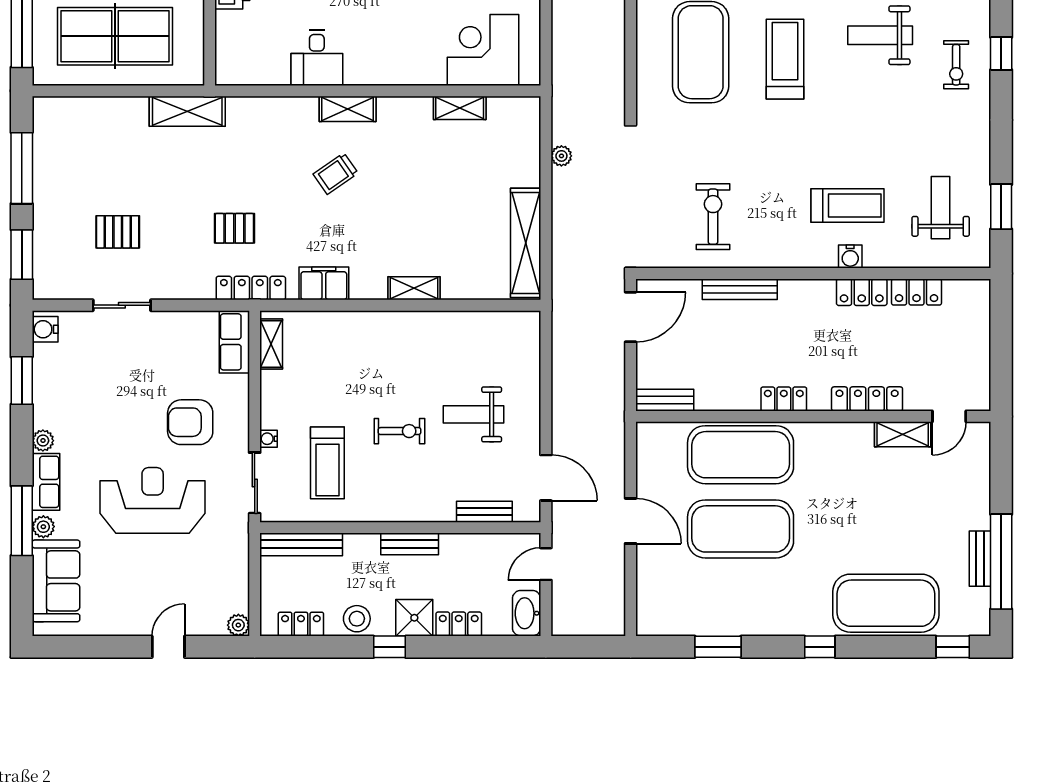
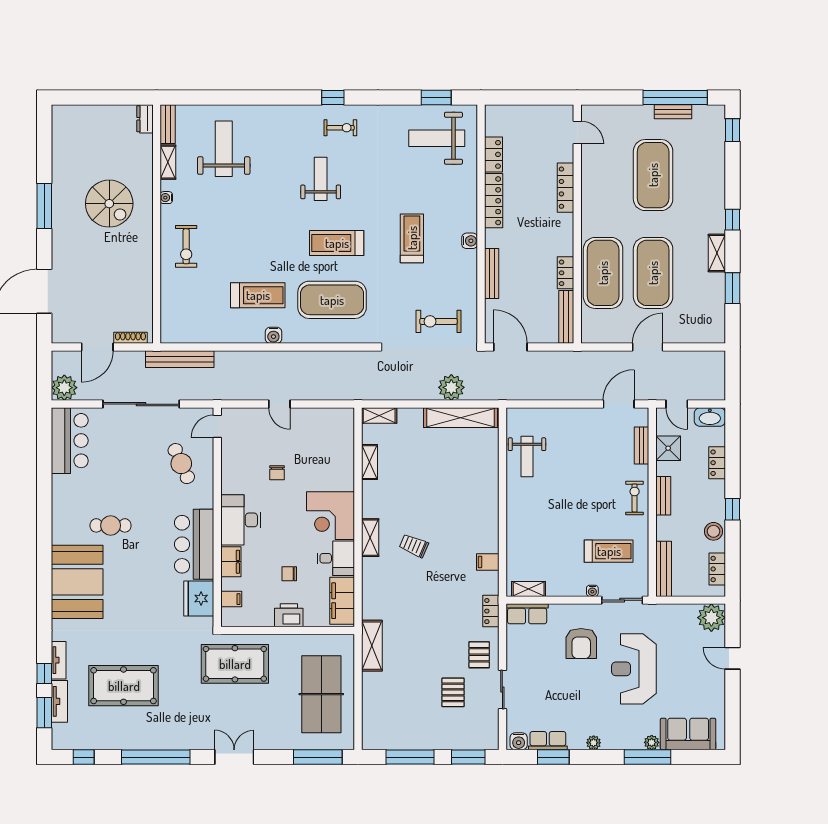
weight bench: (880, 35) -> (321, 179), turned 180
corner desk: (483, 50) -> (331, 516), moved
filing cabinet: (254, 67) -> (342, 601), added
plant: (561, 156) -> (451, 387), moved, width x1.88, depth x1.88
trolley: (336, 174) -> (414, 546), turned 148
treadmill: (847, 206) -> (412, 238), moved
weight bench: (941, 208) -> (437, 138), width x1.36, depth x1.33
exercise bike: (713, 217) -> (438, 321), moved
pallet: (234, 228) -> (479, 655), moved
water cooler: (850, 257) -> (470, 241), moved
filing cabinet: (324, 283) -> (488, 562), width x0.50
locker: (251, 288) -> (491, 611), width x0.66
shelving: (414, 288) -> (379, 415), moved, turned 90
locker: (862, 292) -> (494, 201), width x1.53
locker: (784, 399) -> (566, 273), moved
bench: (665, 400) -> (566, 317), width x1.36
weight bench: (474, 414) -> (527, 456), moved
exercise bike: (400, 431) -> (635, 498), moved
shelving: (903, 434) -> (717, 253), moved
row of seats: (46, 482) -> (548, 741), moved
exercise mat: (886, 603) -> (653, 175), moved
shower: (414, 618) -> (668, 448), moved
plant: (238, 625) -> (711, 618), width x1.88, depth x1.88

